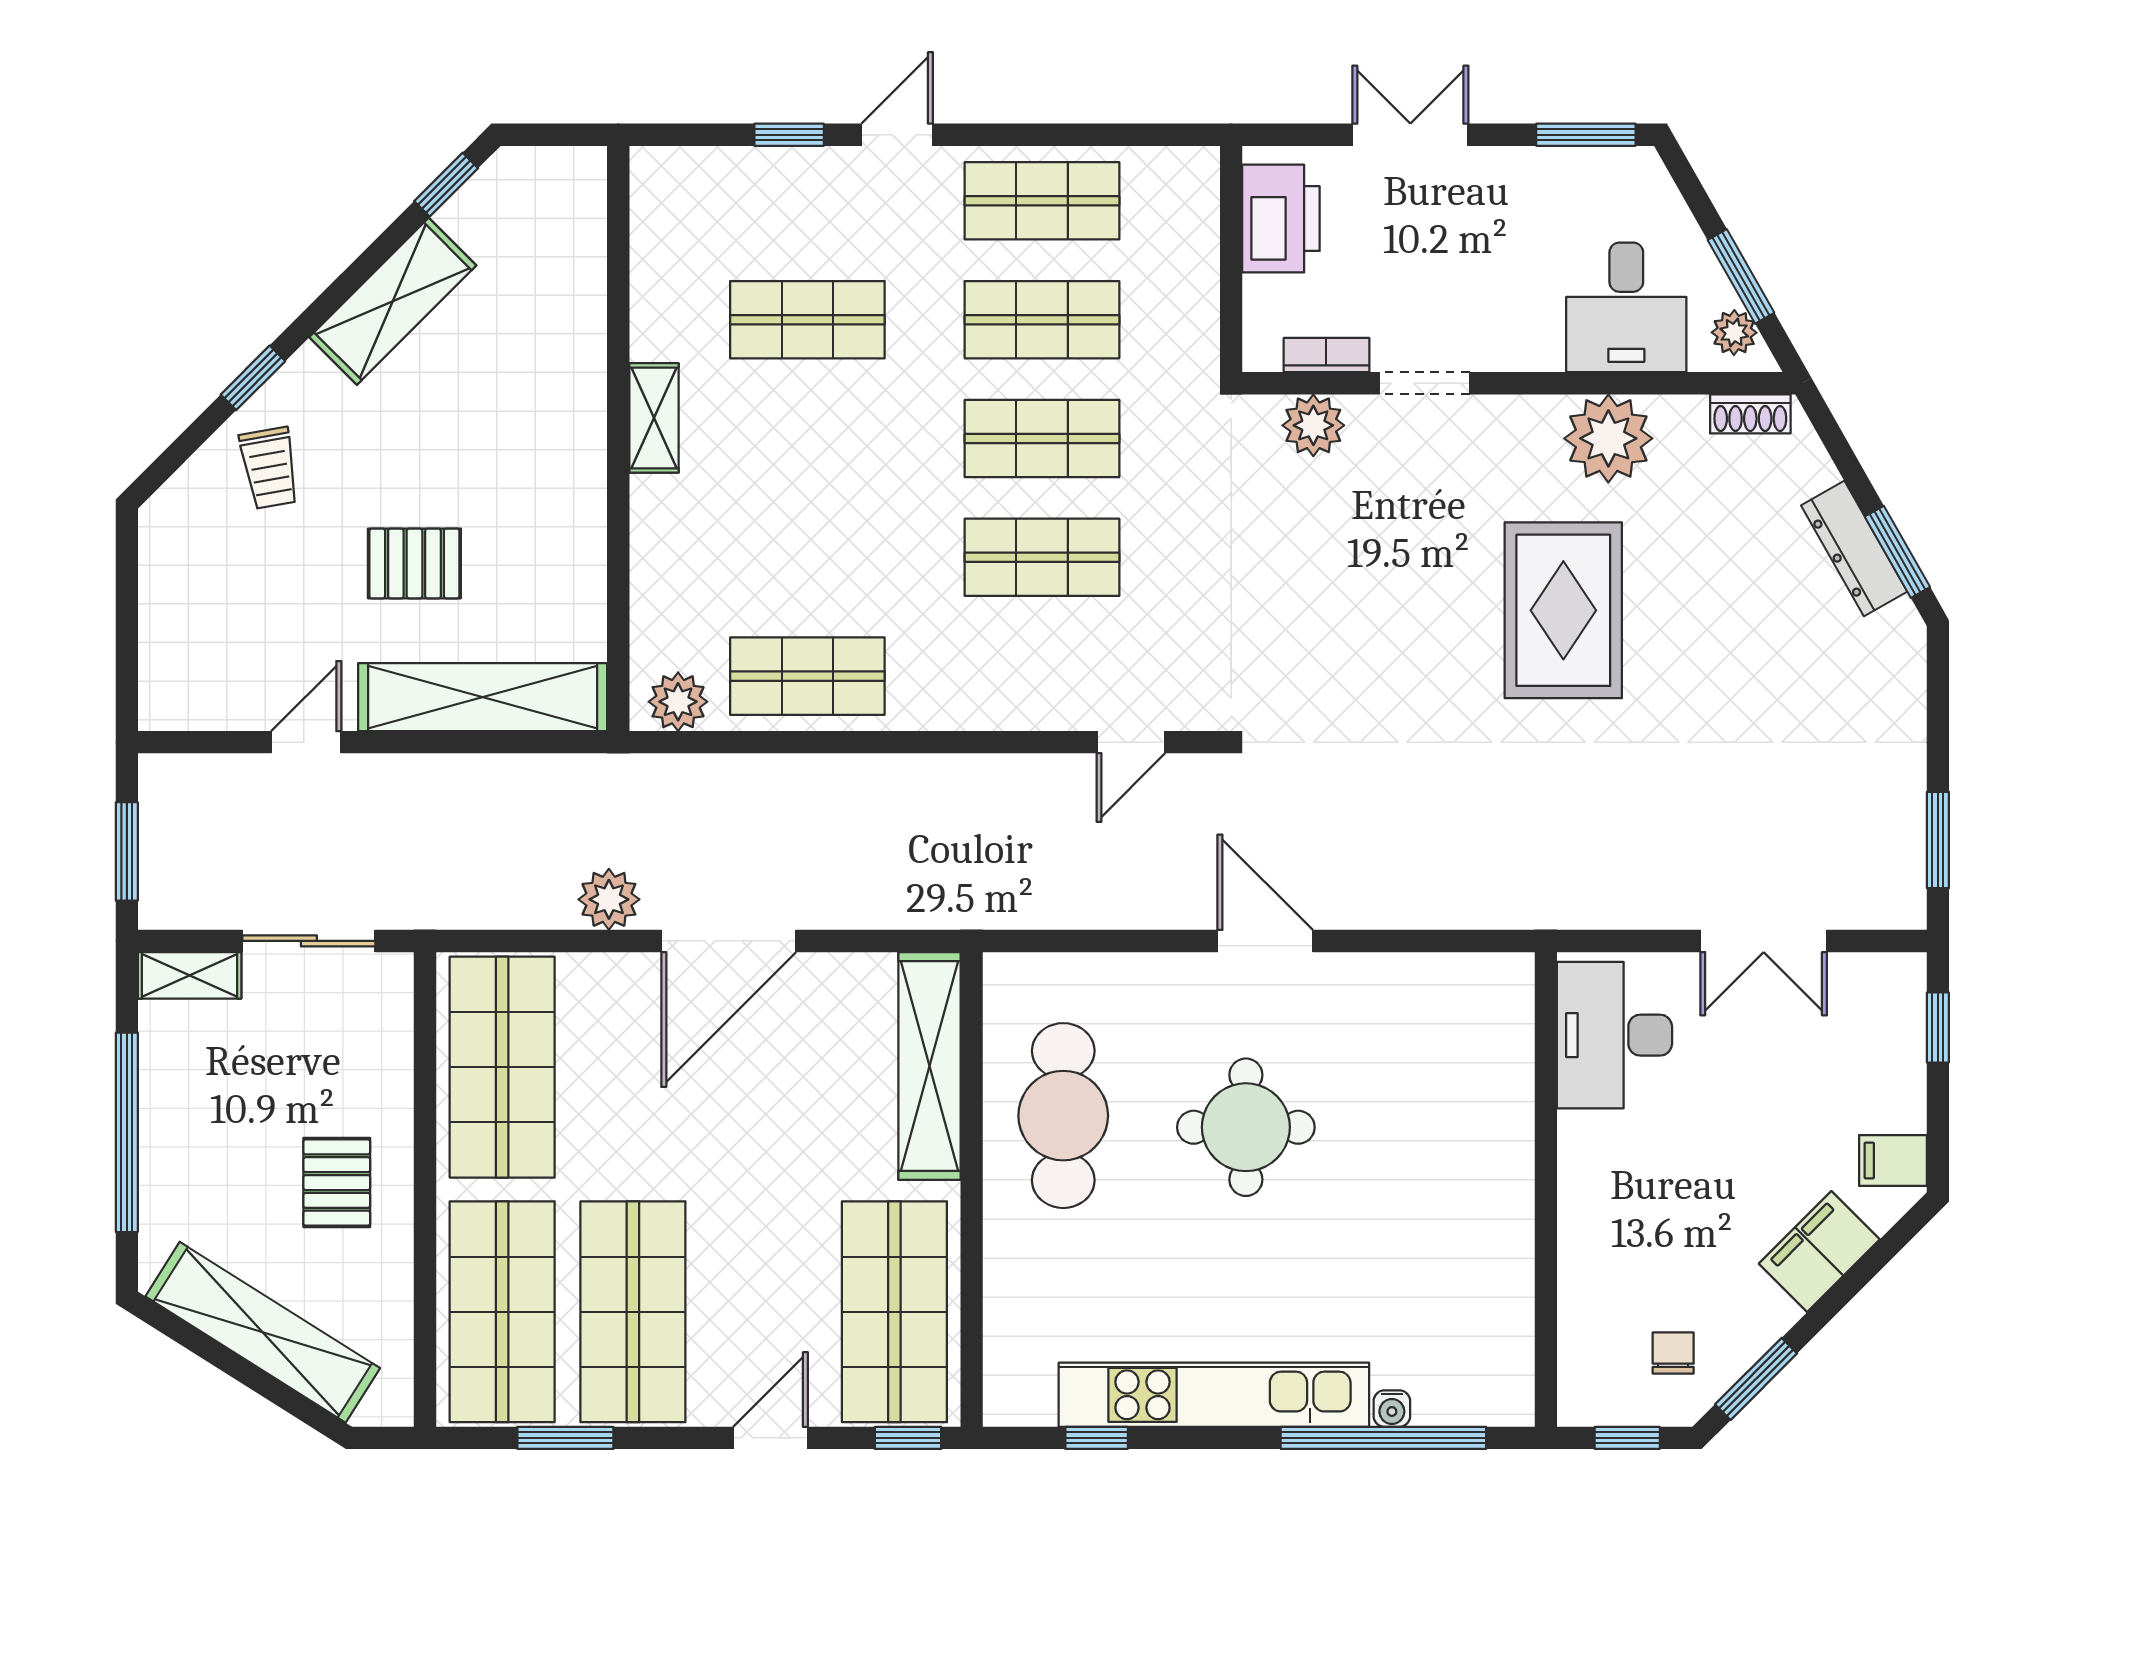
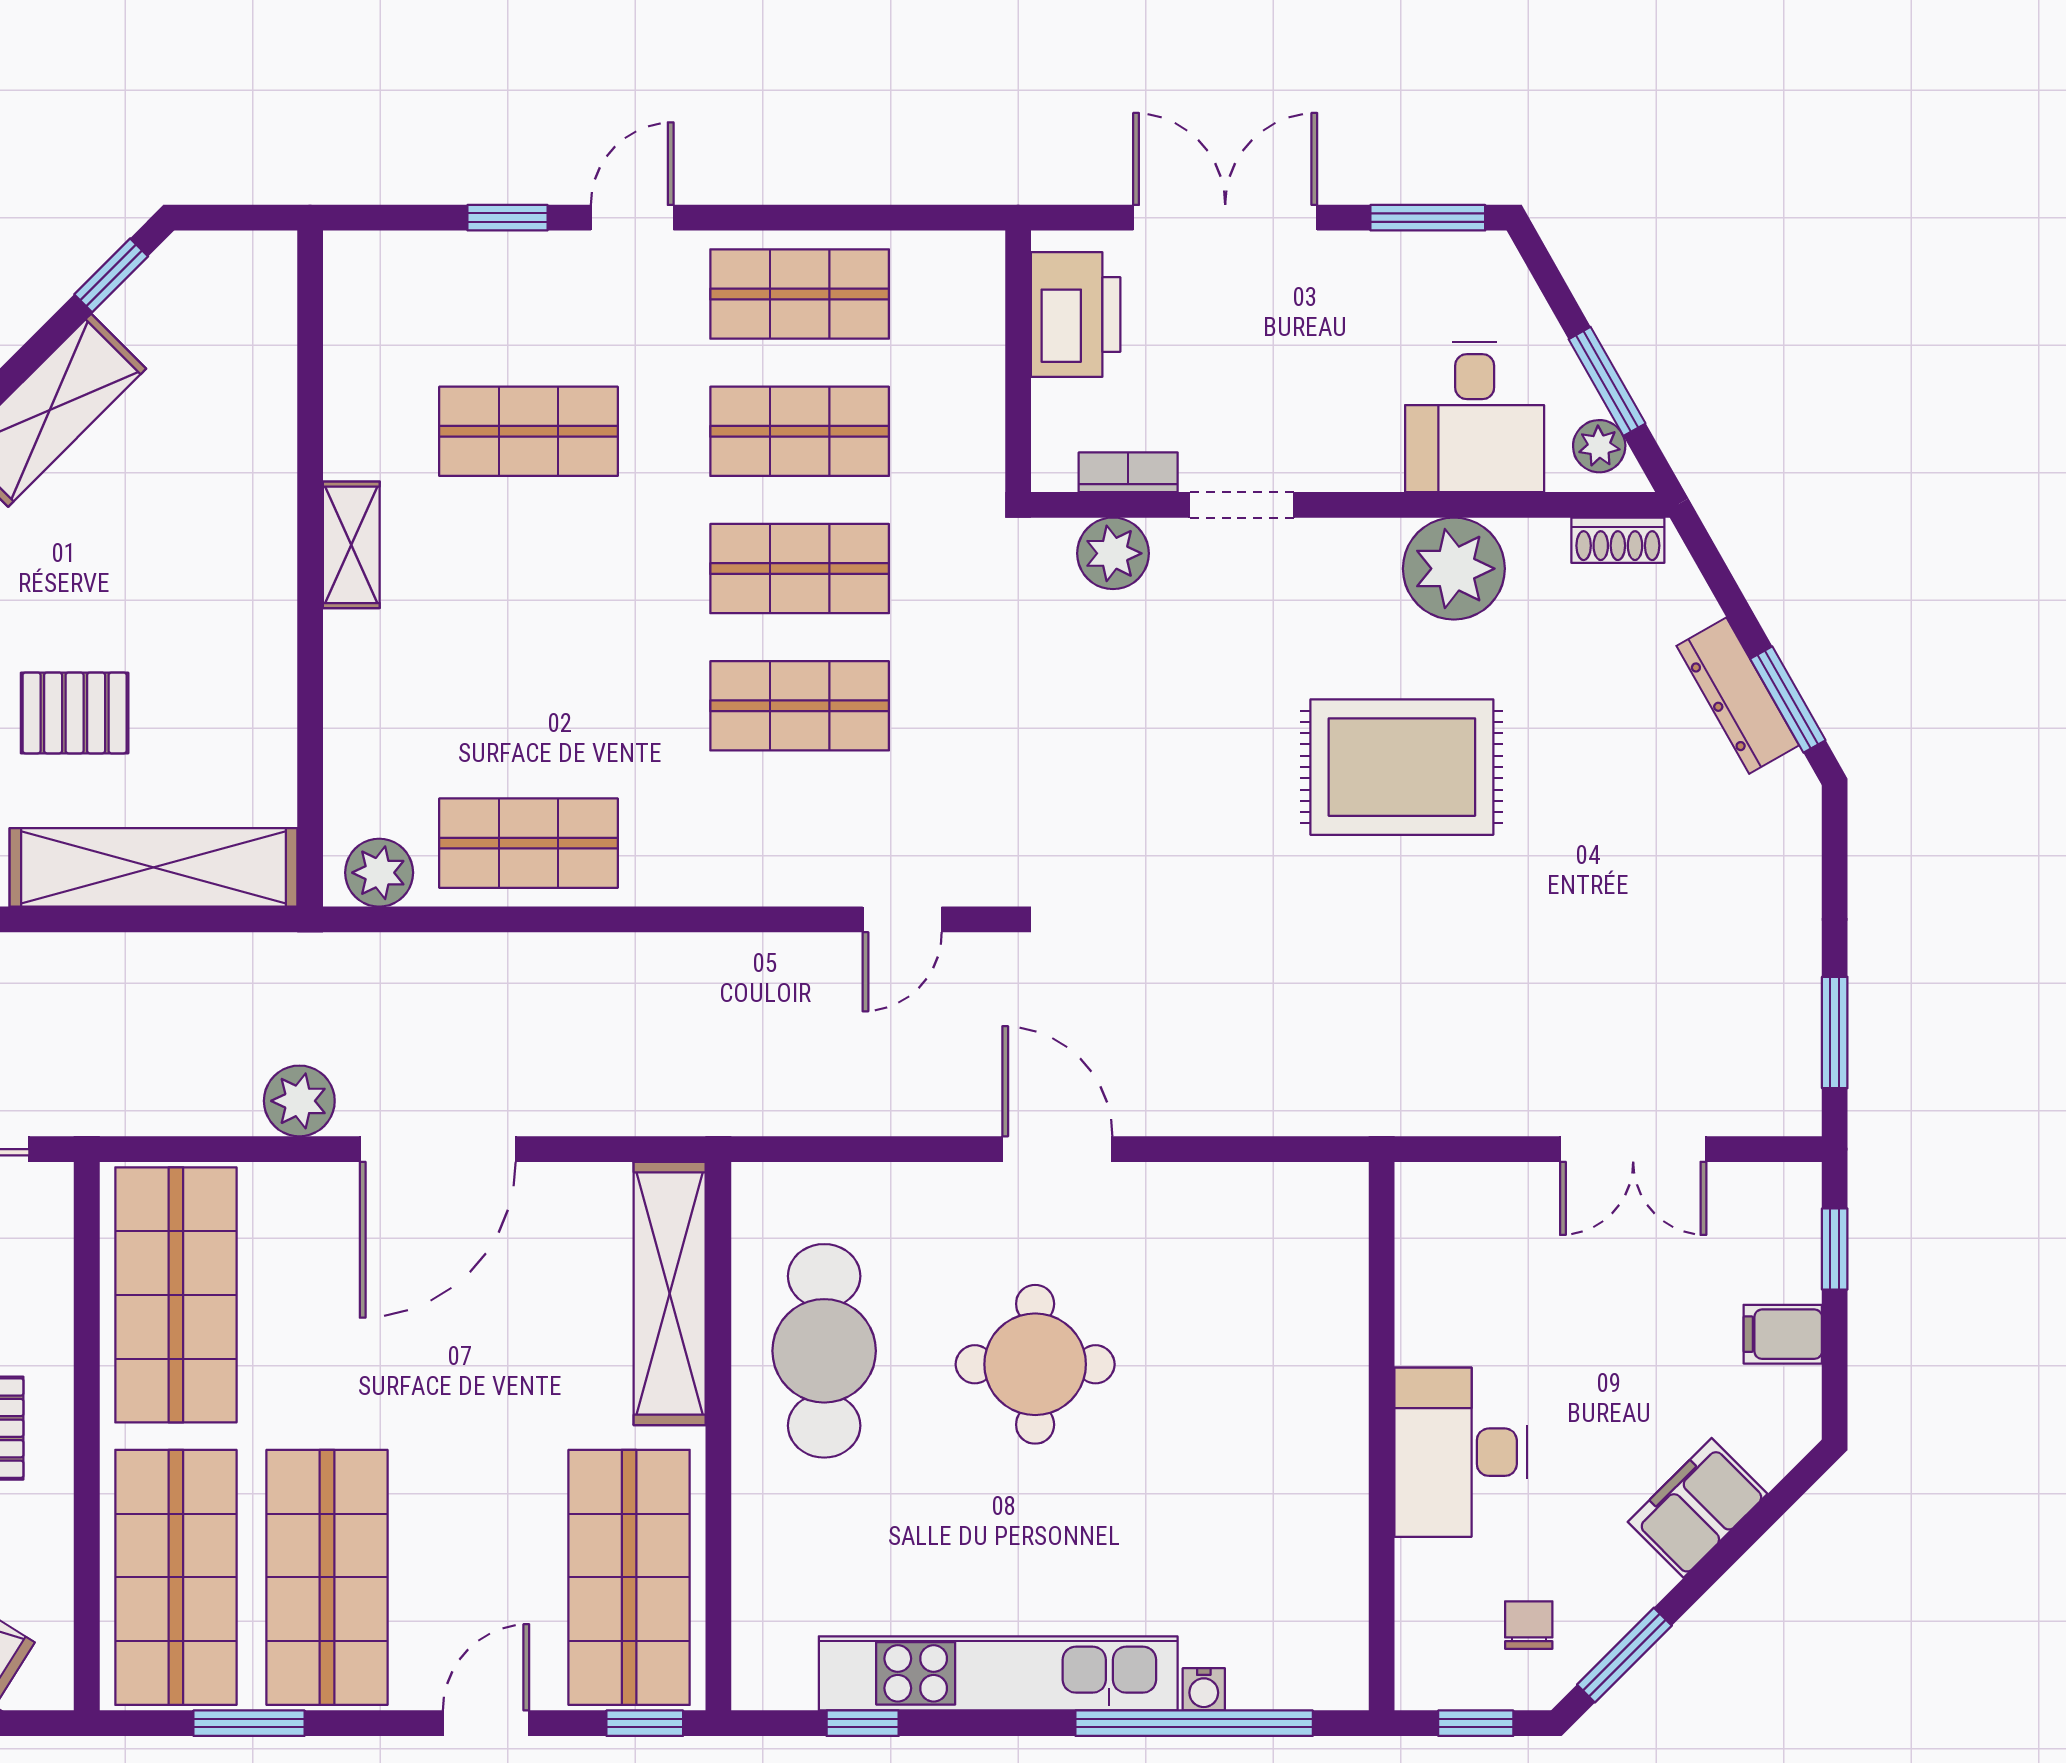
double door: (1410, 135) -> (1225, 218), width x1.37
rug: (1563, 610) -> (1402, 767), turned 90
desk: (1614, 1035) -> (1461, 1452), moved
filing cabinet: (1893, 1161) -> (1783, 1334), moved

